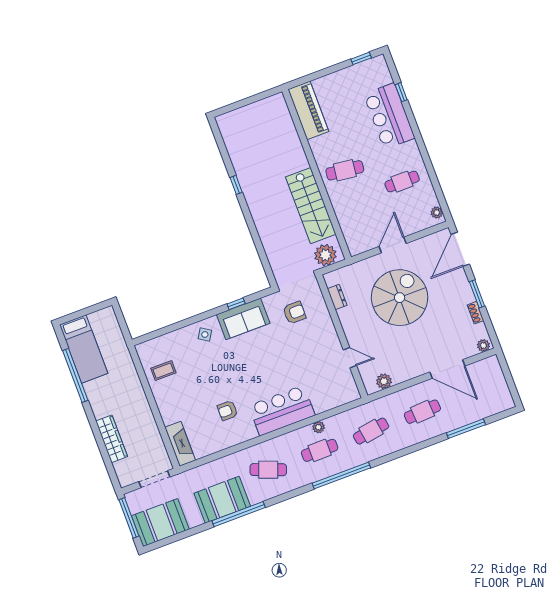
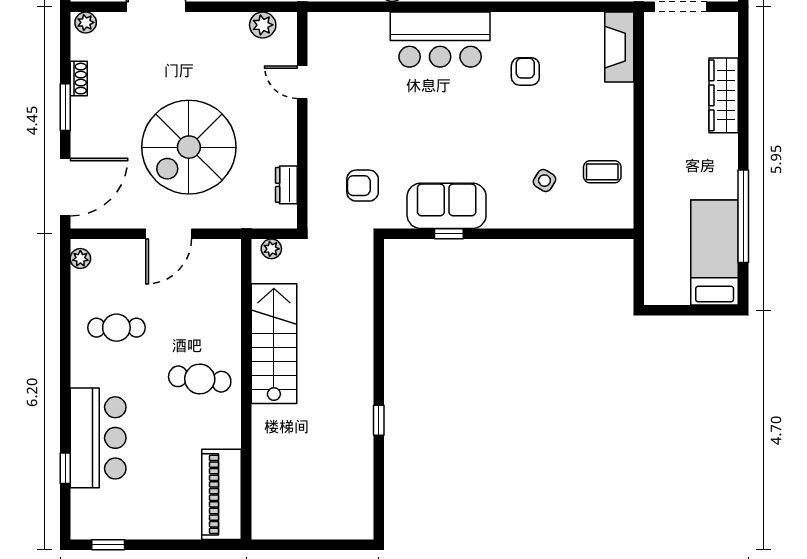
plant: (325, 255) -> (271, 249), width x0.53, depth x0.53
side table: (205, 334) -> (544, 181), moved
armchair: (227, 410) -> (525, 71), turned -90

